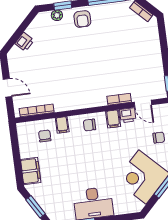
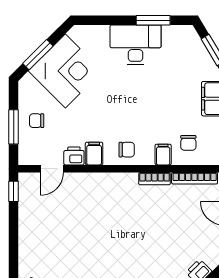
bookcase: (119, 99) -> (155, 179), moved
door: (143, 104) -> (52, 169), swing flipped

